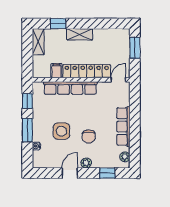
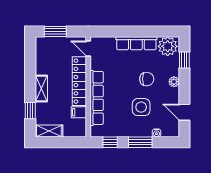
plant: (125, 157) -> (168, 46), width x1.87, depth x1.87
door: (70, 173) -> (184, 112), moved

